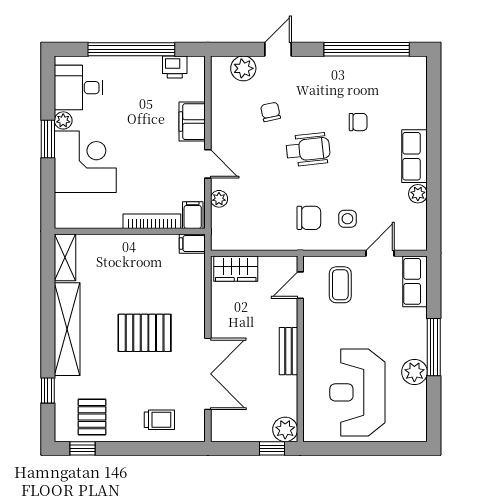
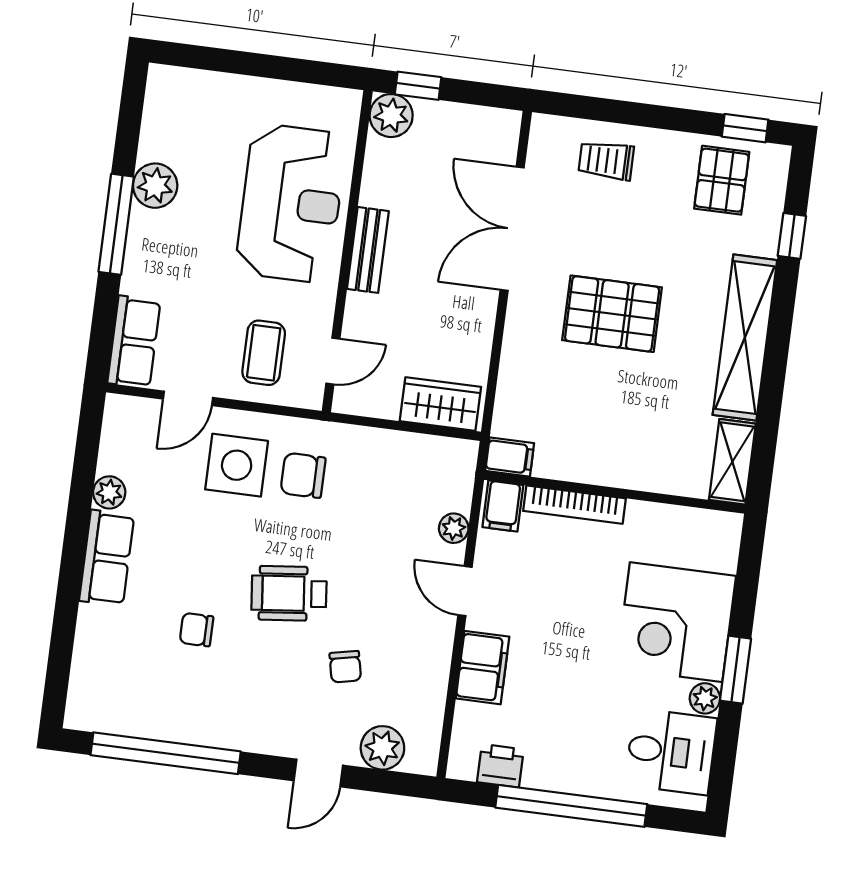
side table: (347, 219) -> (237, 465), width x1.87, depth x1.87
reception desk: (357, 392) -> (291, 203), moved

